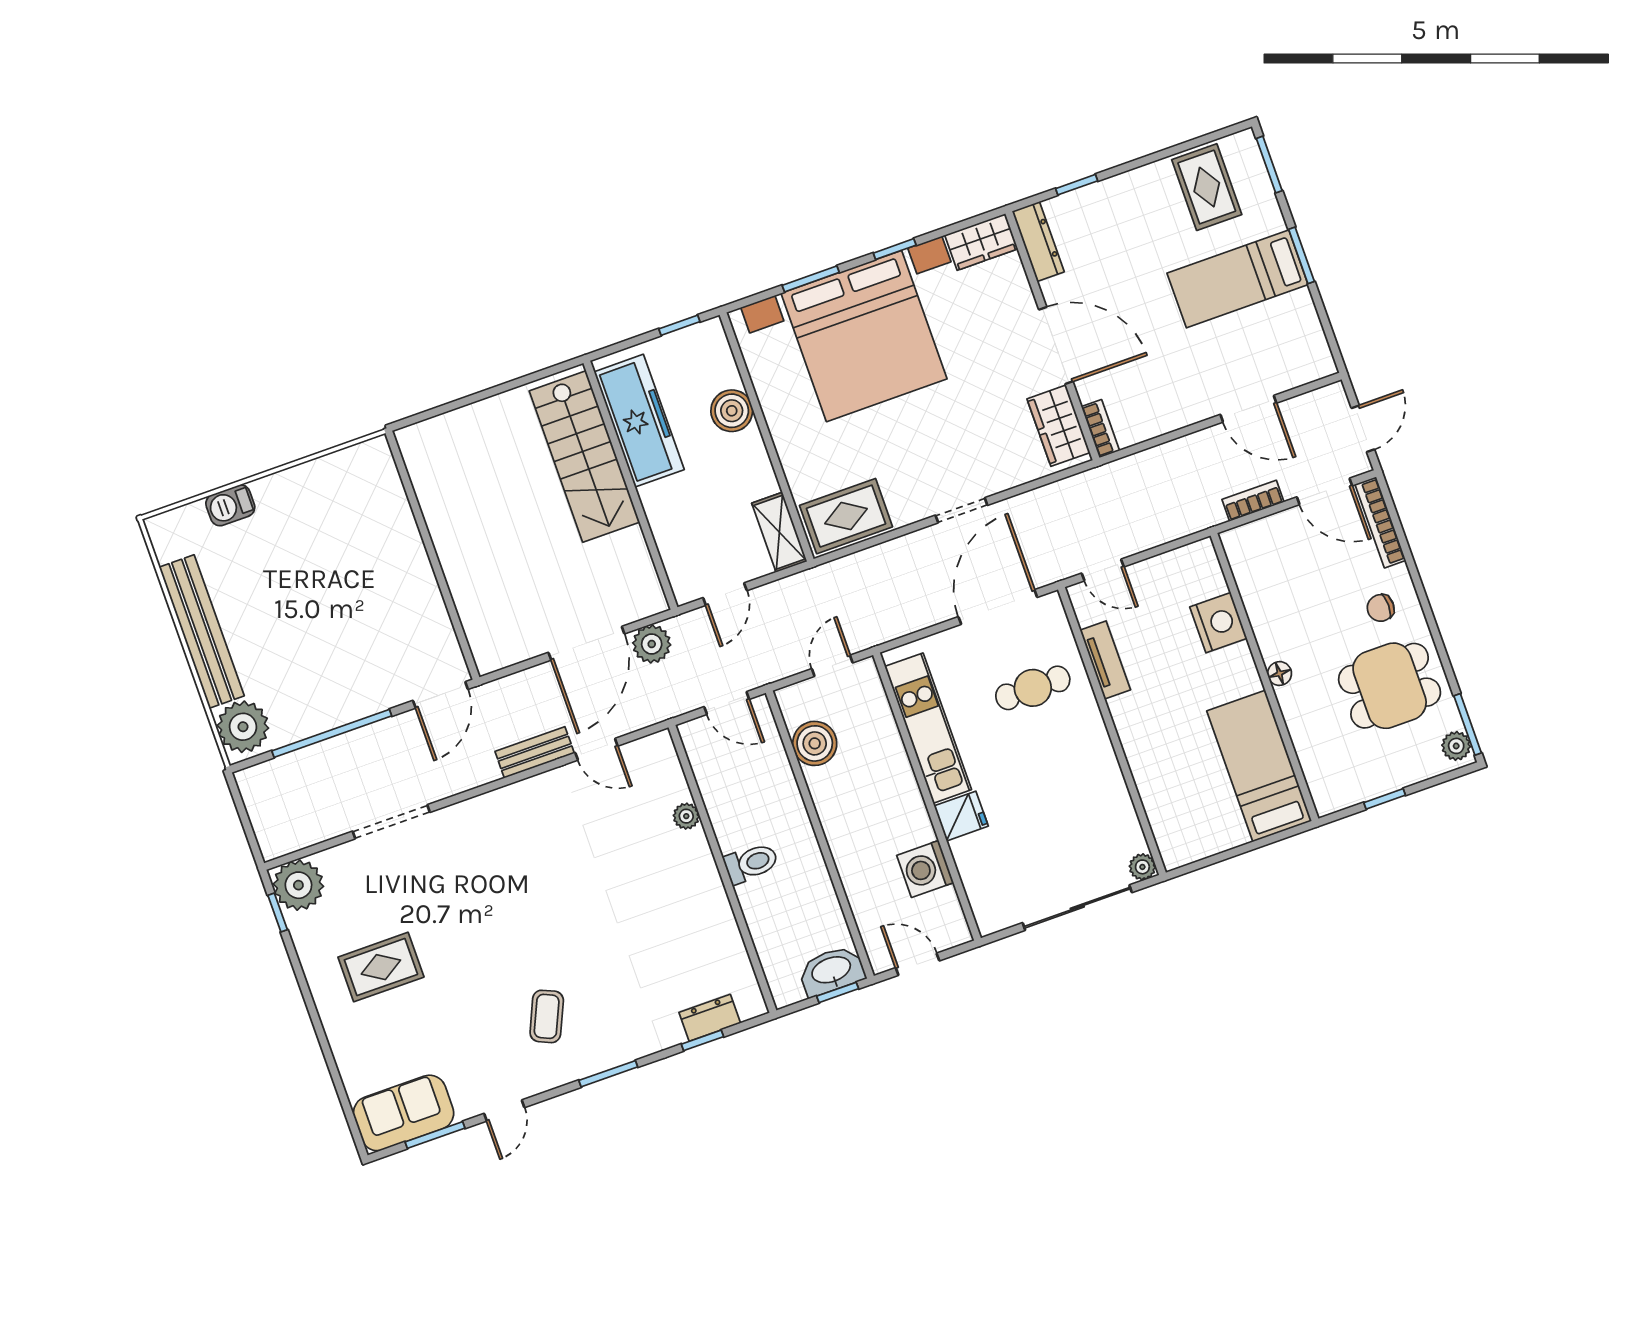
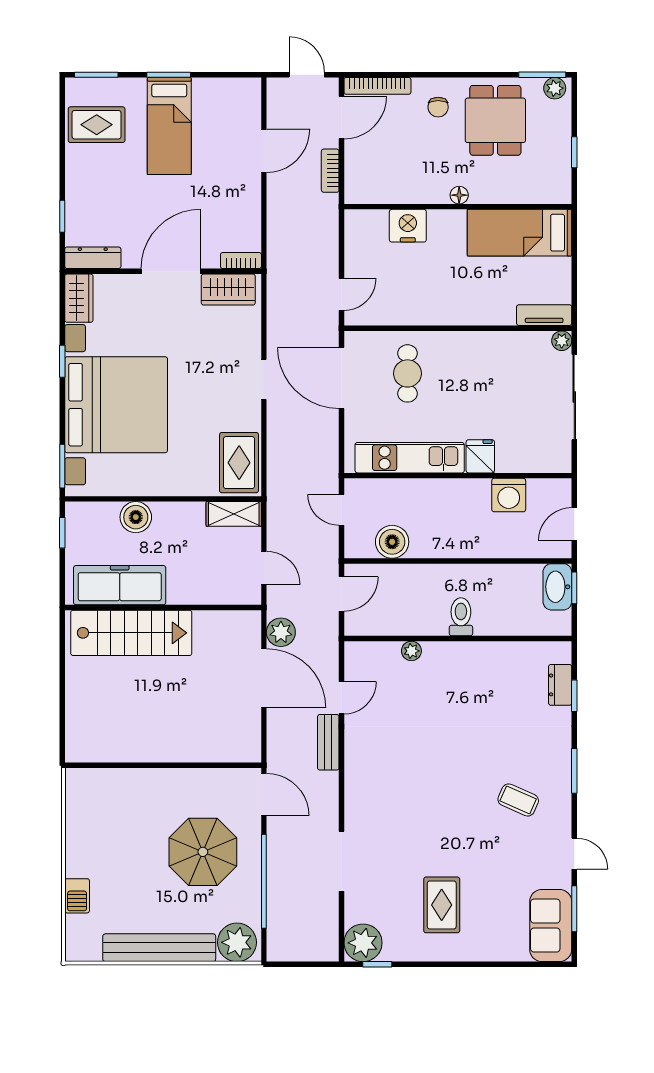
window: (811, 279) -> (62, 466), moved
parasol: (341, 644) -> (203, 852), added
tv unit: (1105, 660) -> (544, 315), moved

